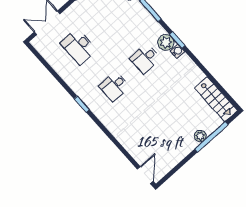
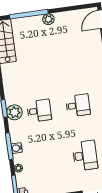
water cooler: (177, 51) -> (17, 148), moved
plant: (200, 136) -> (48, 19), moved

